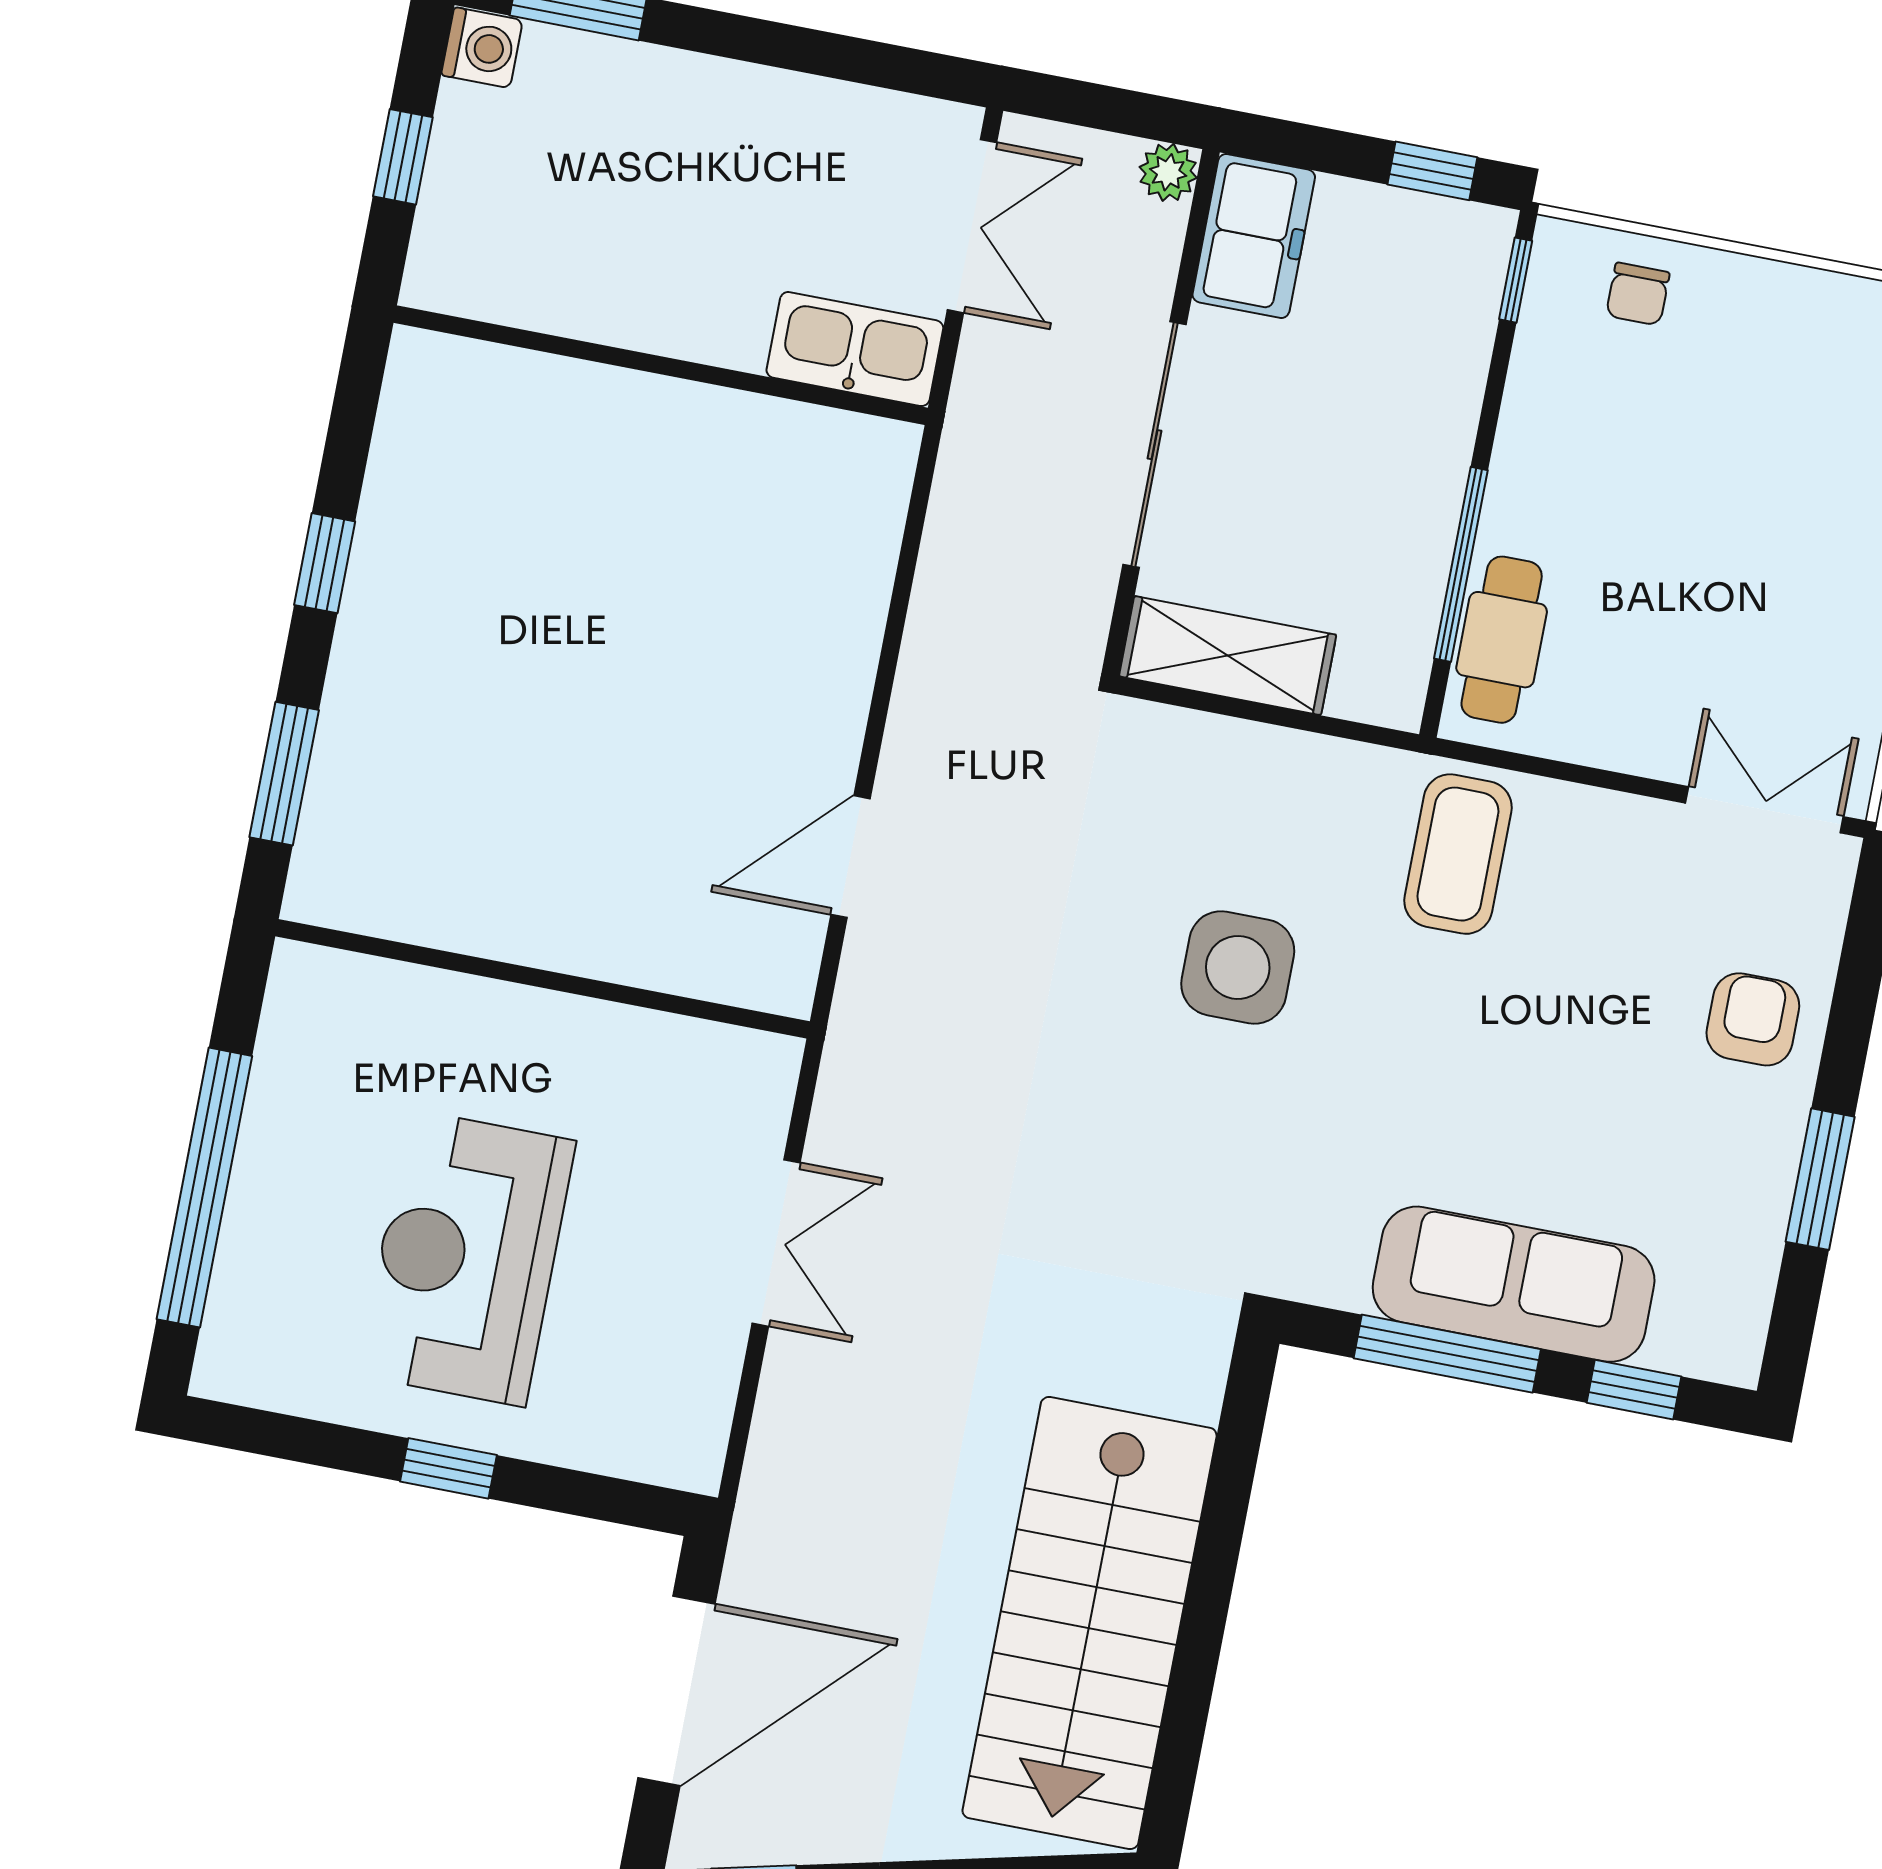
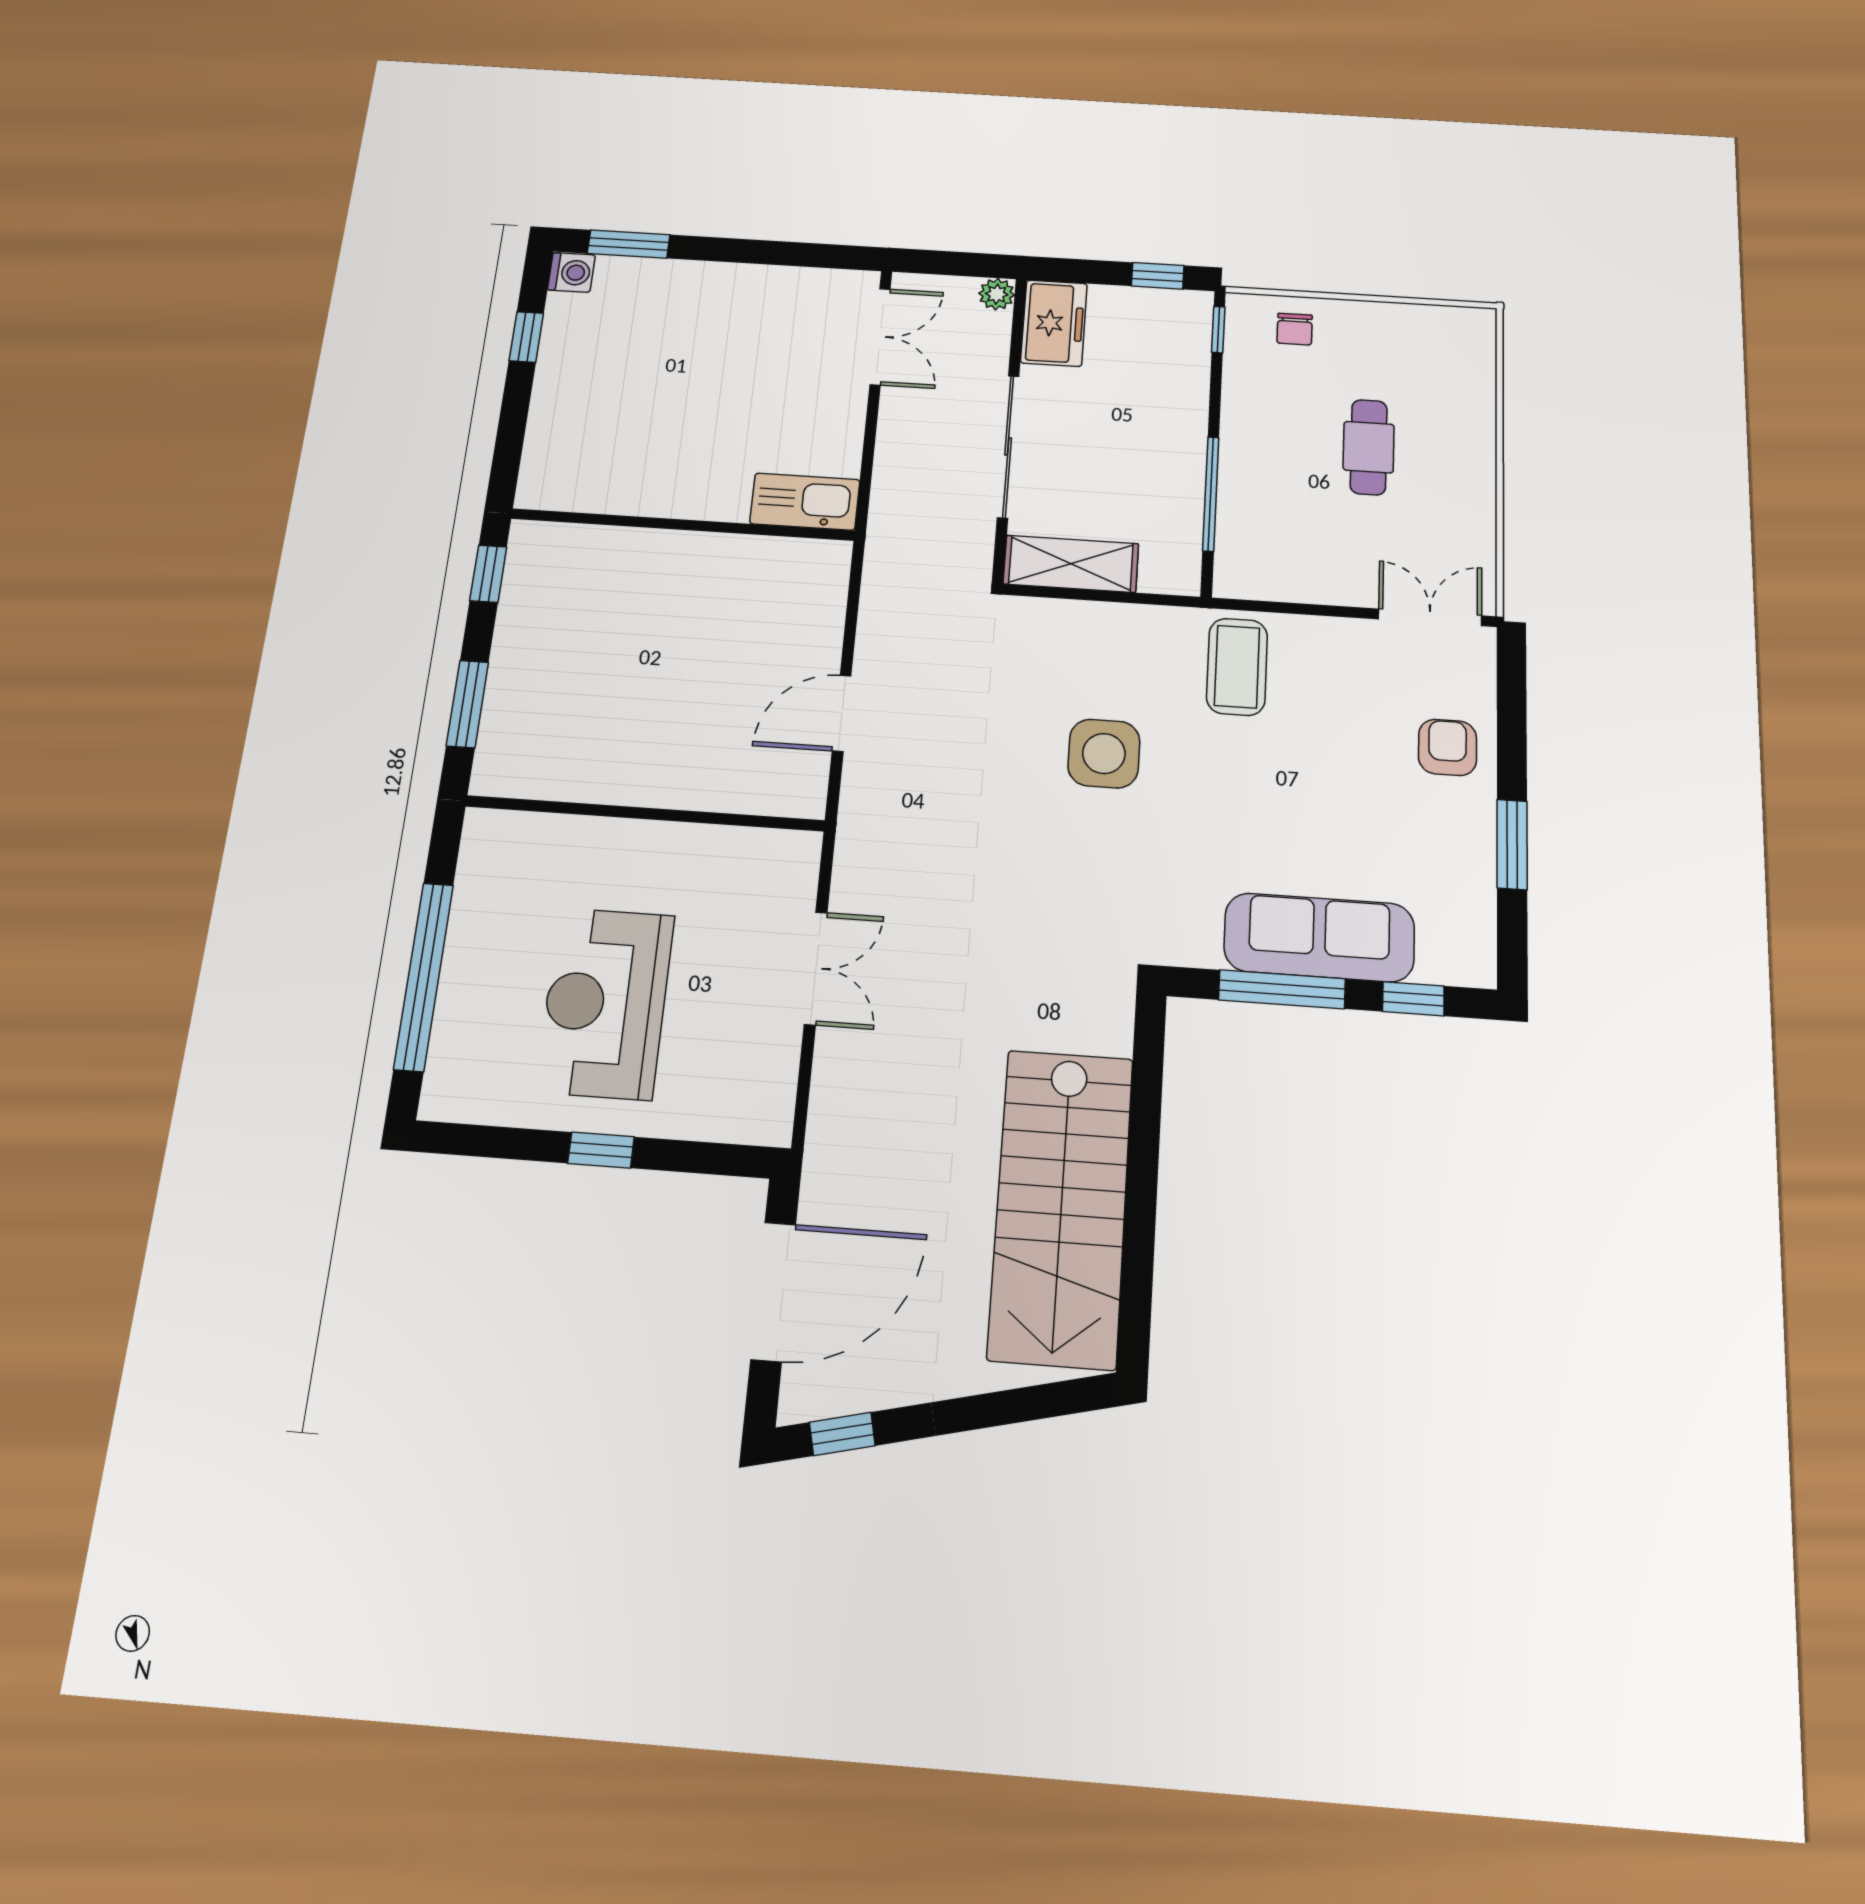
kitchen sink: (855, 349) -> (805, 502), moved
wall: (661, 365) -> (683, 525), moved
cafe table: (1502, 640) -> (1369, 447), moved

